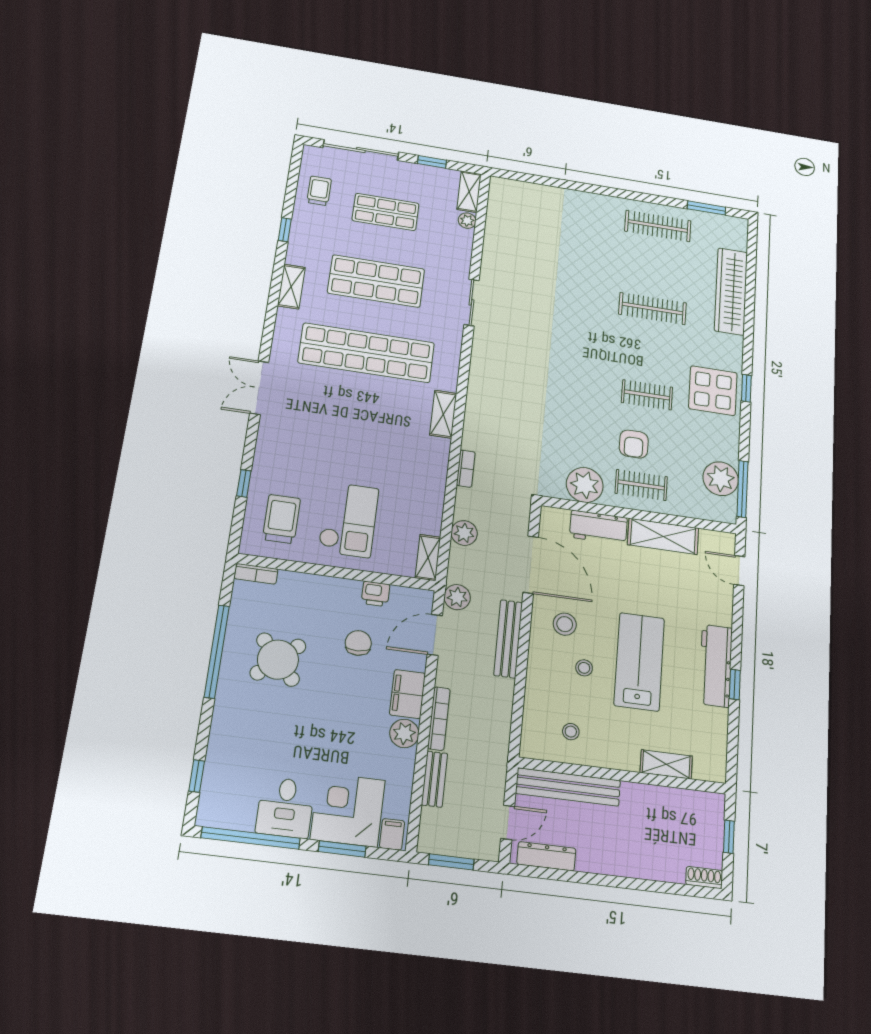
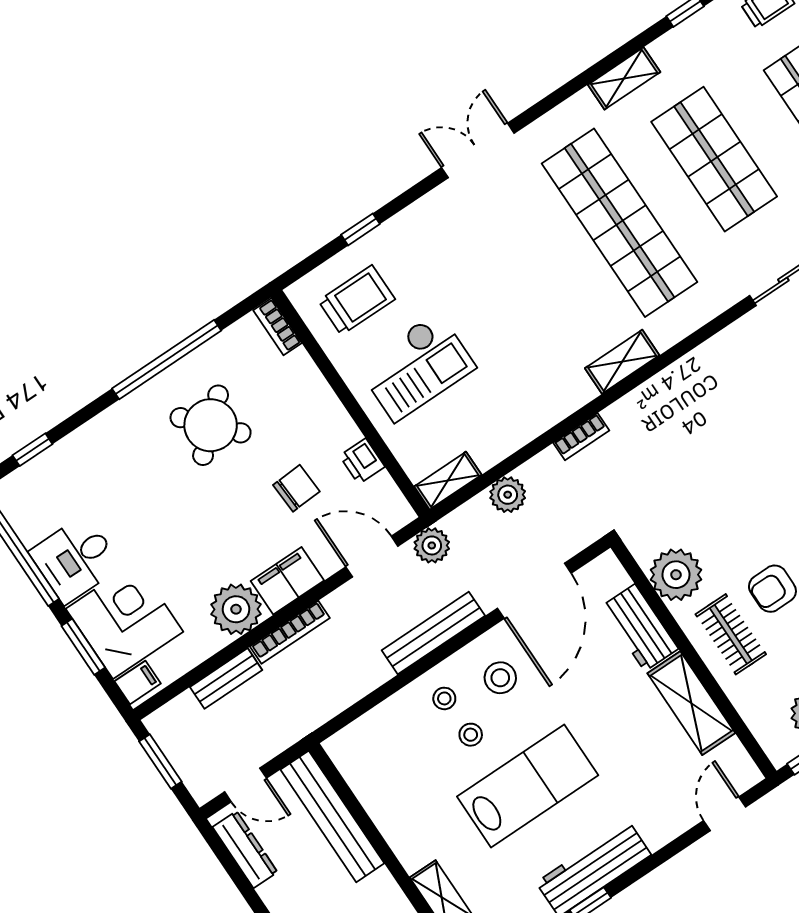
stool: (571, 732) -> (444, 698), moved
plant: (404, 733) -> (236, 609), width x1.36, depth x1.36

